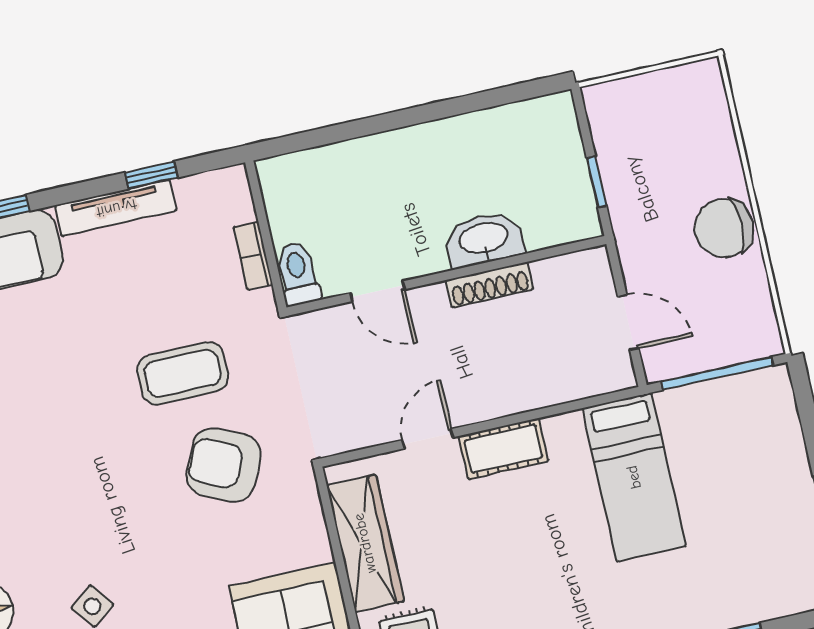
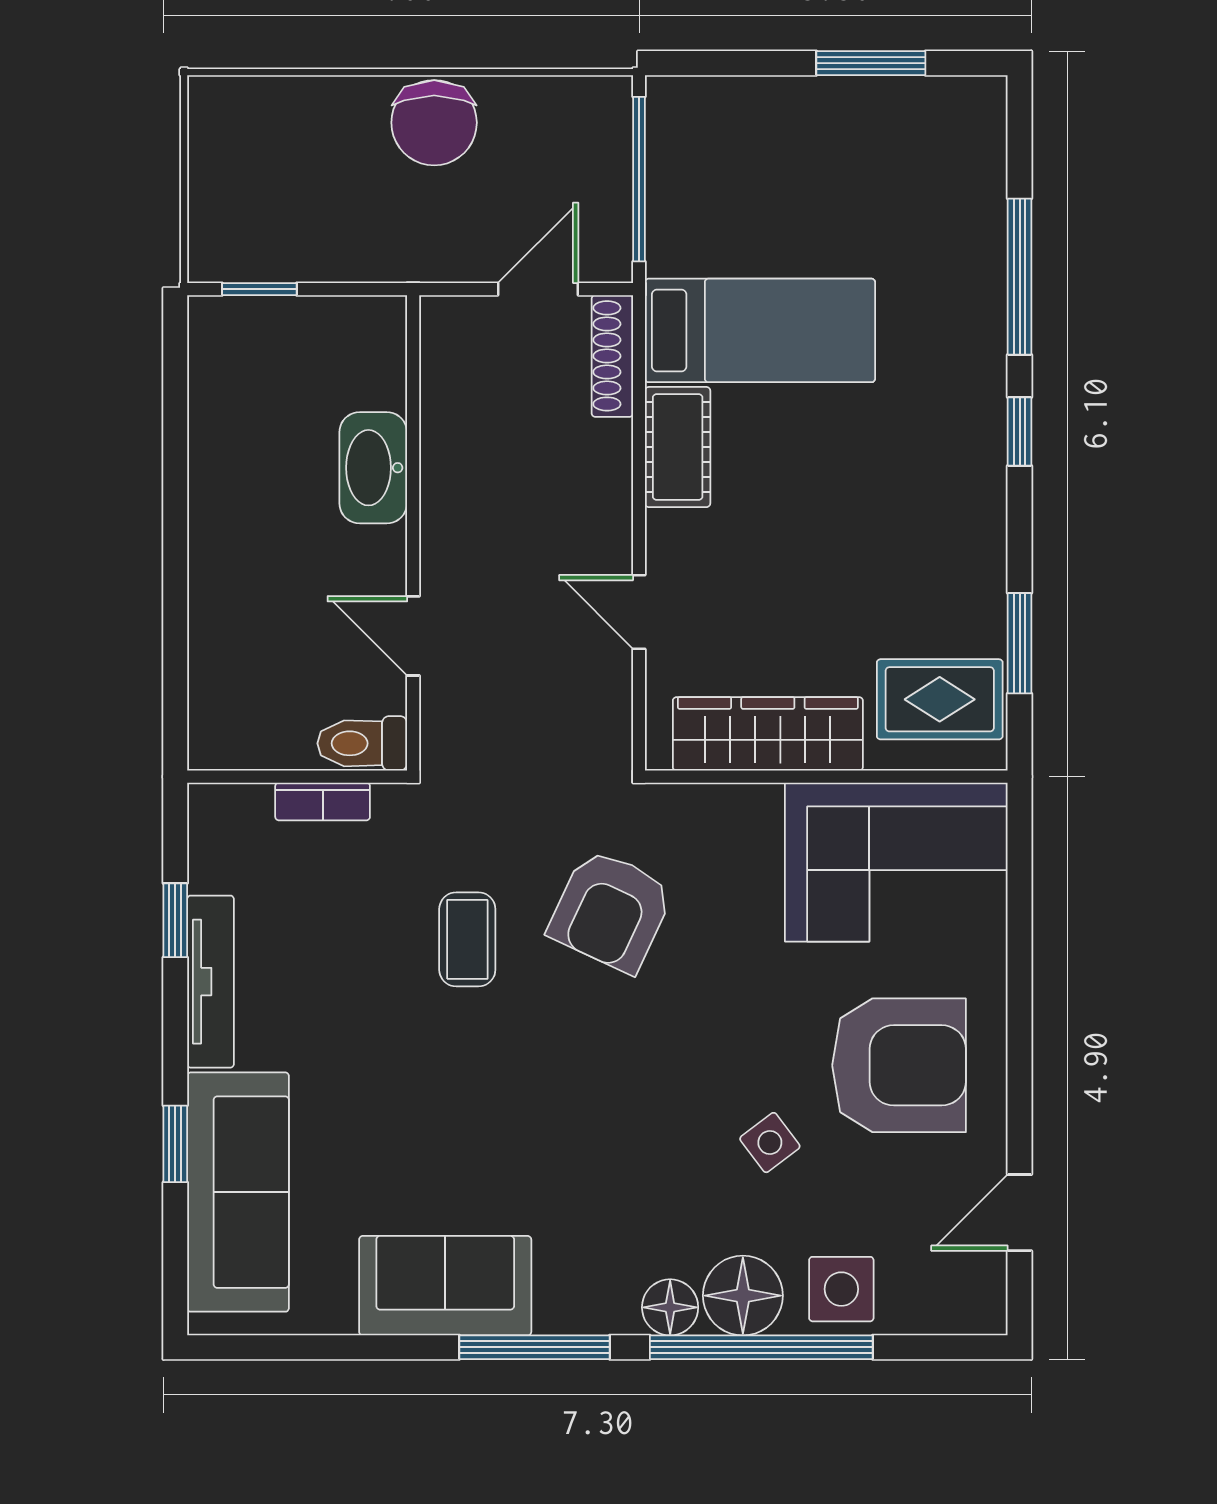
window: (597, 182) -> (259, 289), moved
shoe rack: (489, 285) -> (612, 356), moved, turned 180
door: (377, 291) -> (413, 636), swing flipped
coffee table: (183, 373) -> (467, 939), width x0.73, depth x0.77
cot: (503, 449) -> (678, 447), moved

